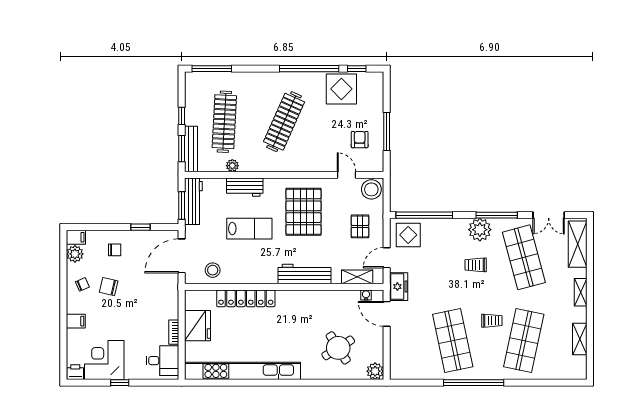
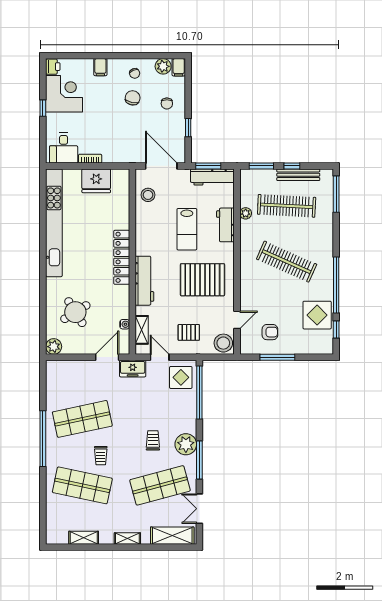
bench: (191, 149) -> (298, 175), moved
water cooler: (366, 295) -> (125, 324), moved
locker: (246, 298) -> (122, 257), moved

